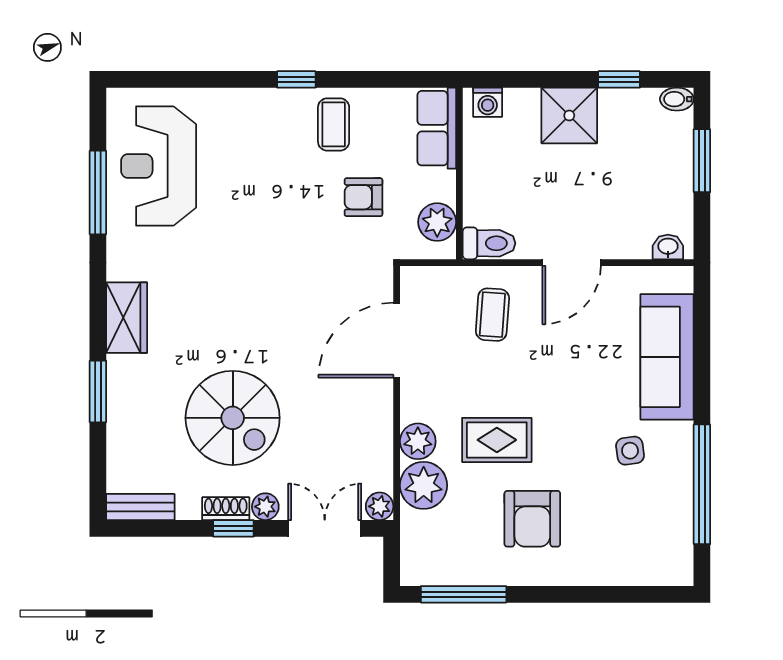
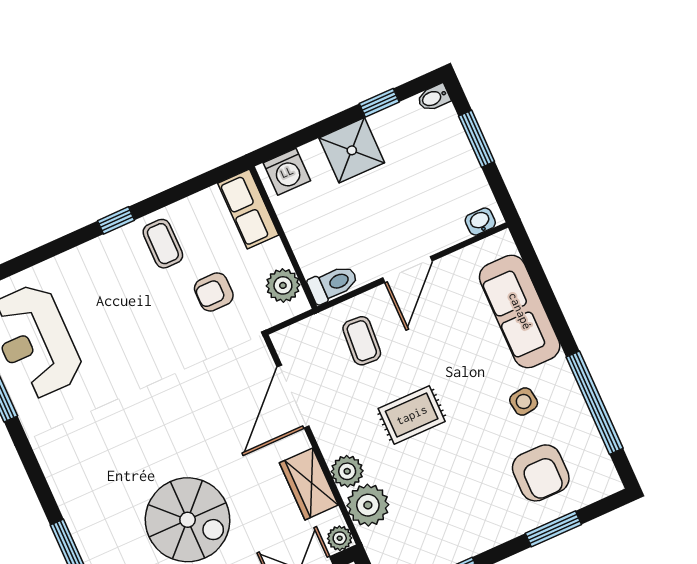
washing machine: (488, 102) -> (287, 172), width x1.38, depth x1.38
wardrobe: (127, 318) -> (309, 484), moved, turned 180
rug: (497, 440) -> (412, 415), moved
armchair: (532, 519) -> (541, 473), moved
window: (602, 594) -> (553, 529), added

